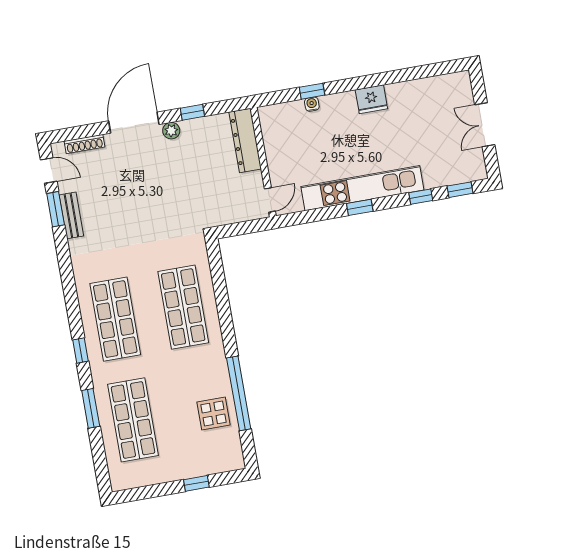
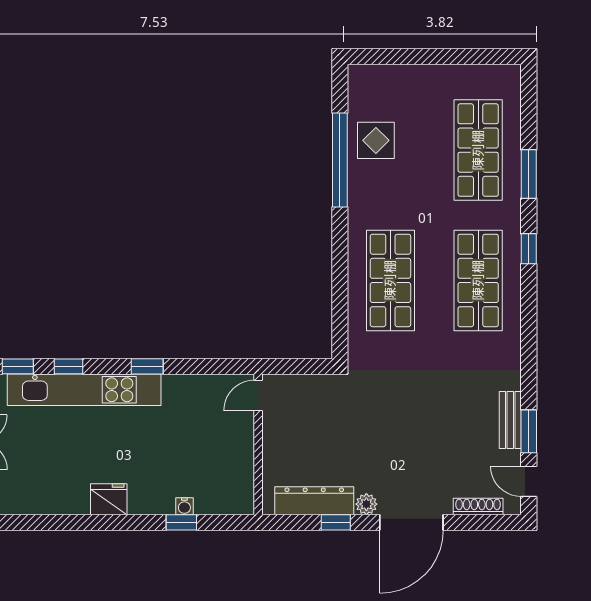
dresser: (245, 141) -> (314, 501), moved, turned -90
kitchen unit: (362, 188) -> (84, 390), moved
window: (196, 483) -> (413, 57), removed

